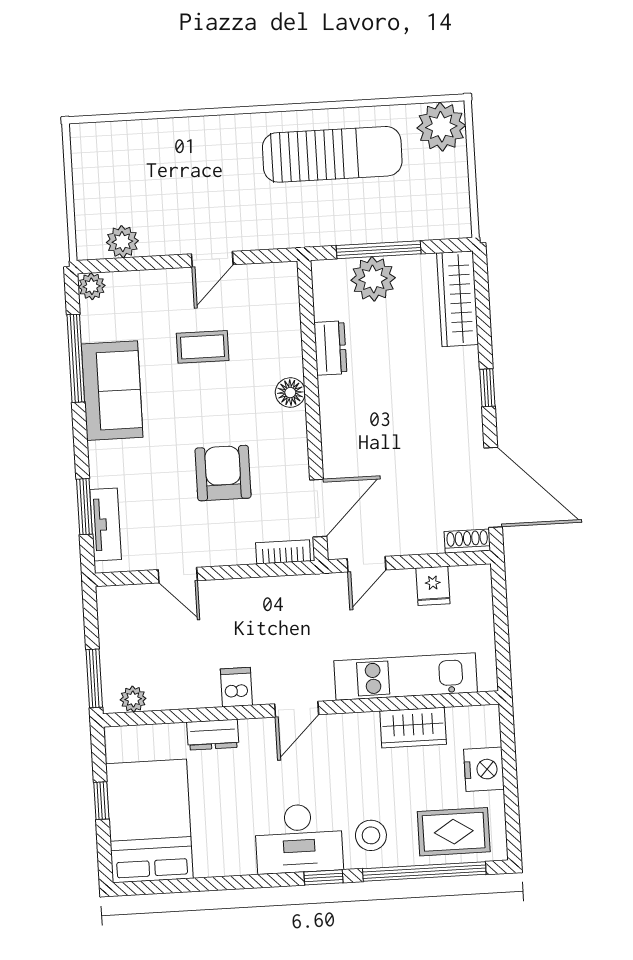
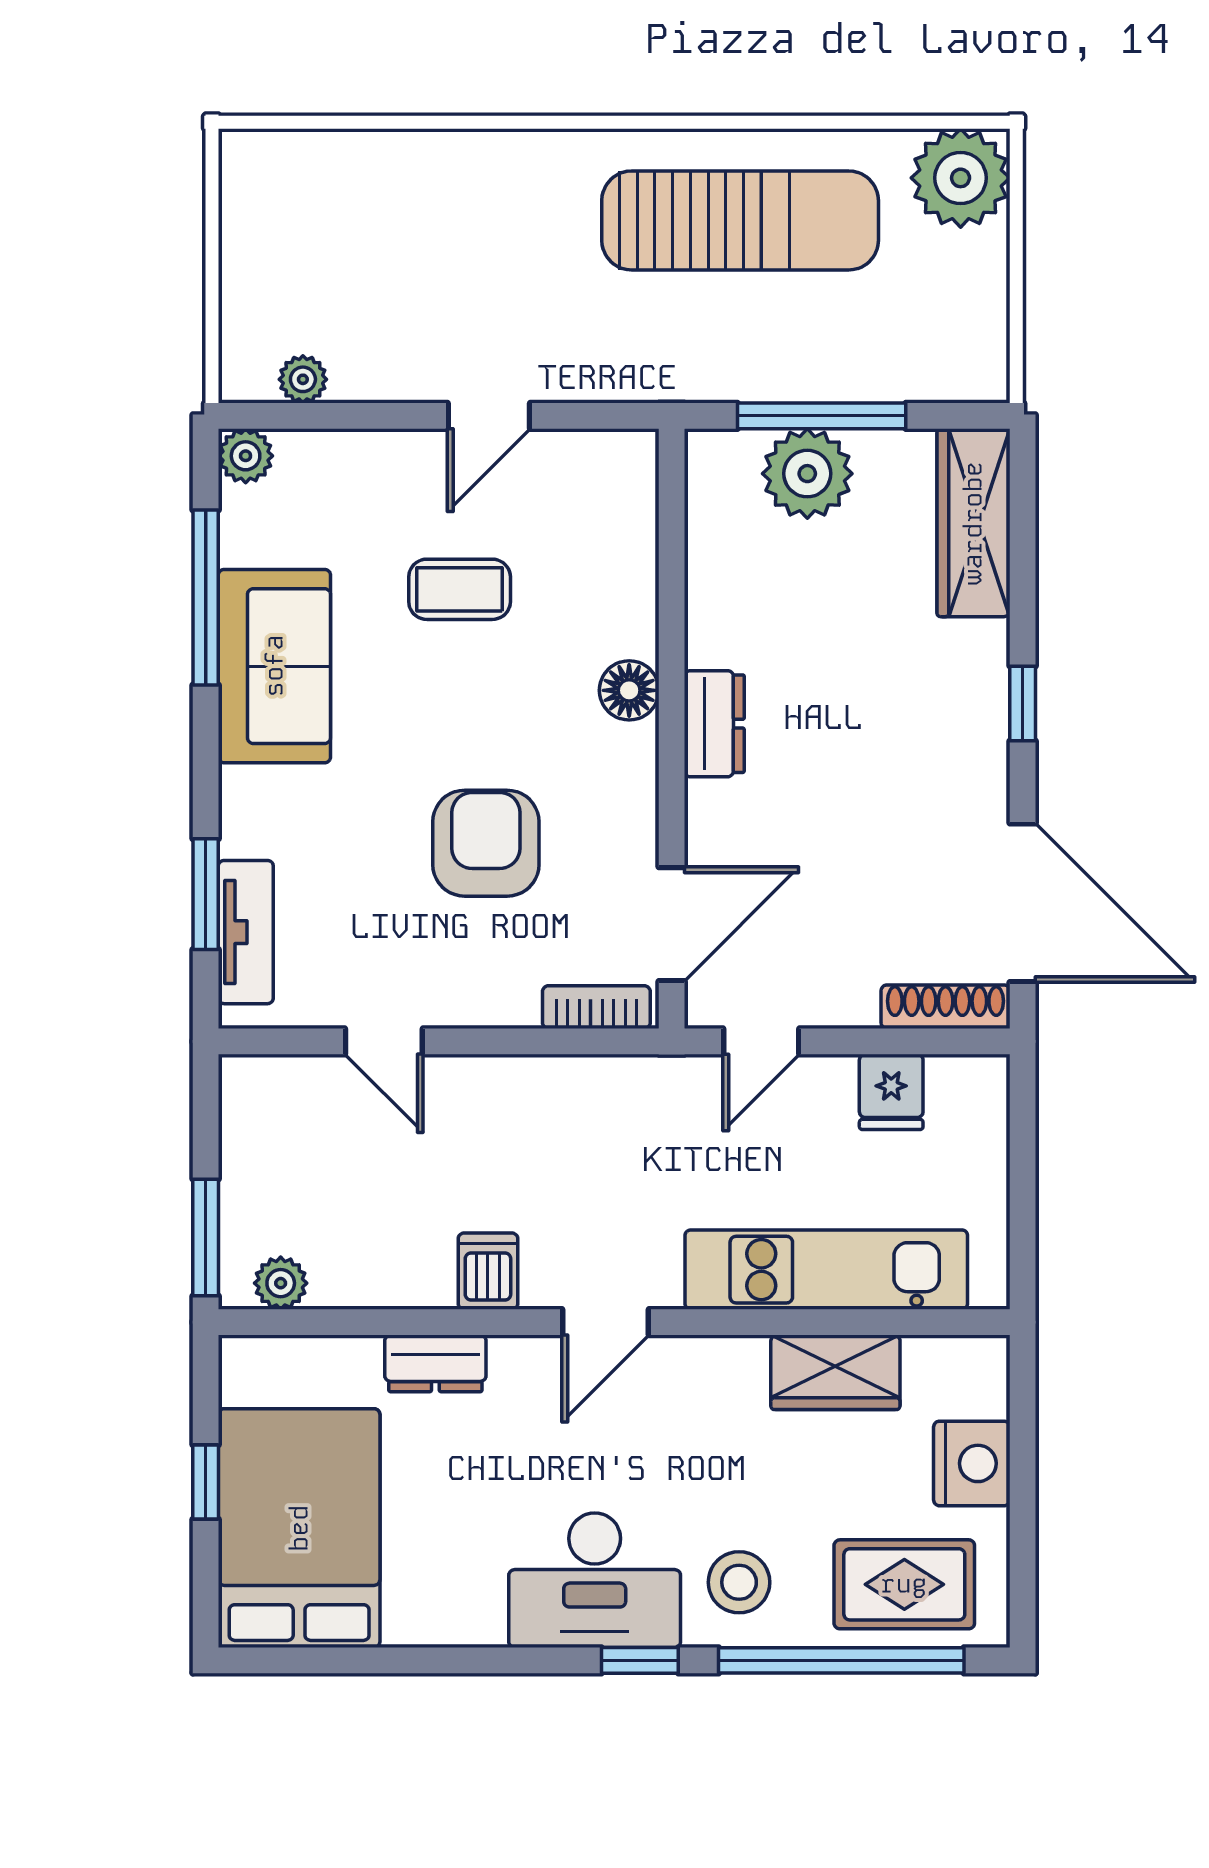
plant: (122, 242) -> (303, 379), width x0.73, depth x0.73
dresser: (330, 348) -> (714, 724), moved
shoe rack: (467, 541) -> (946, 1007), width x1.43

